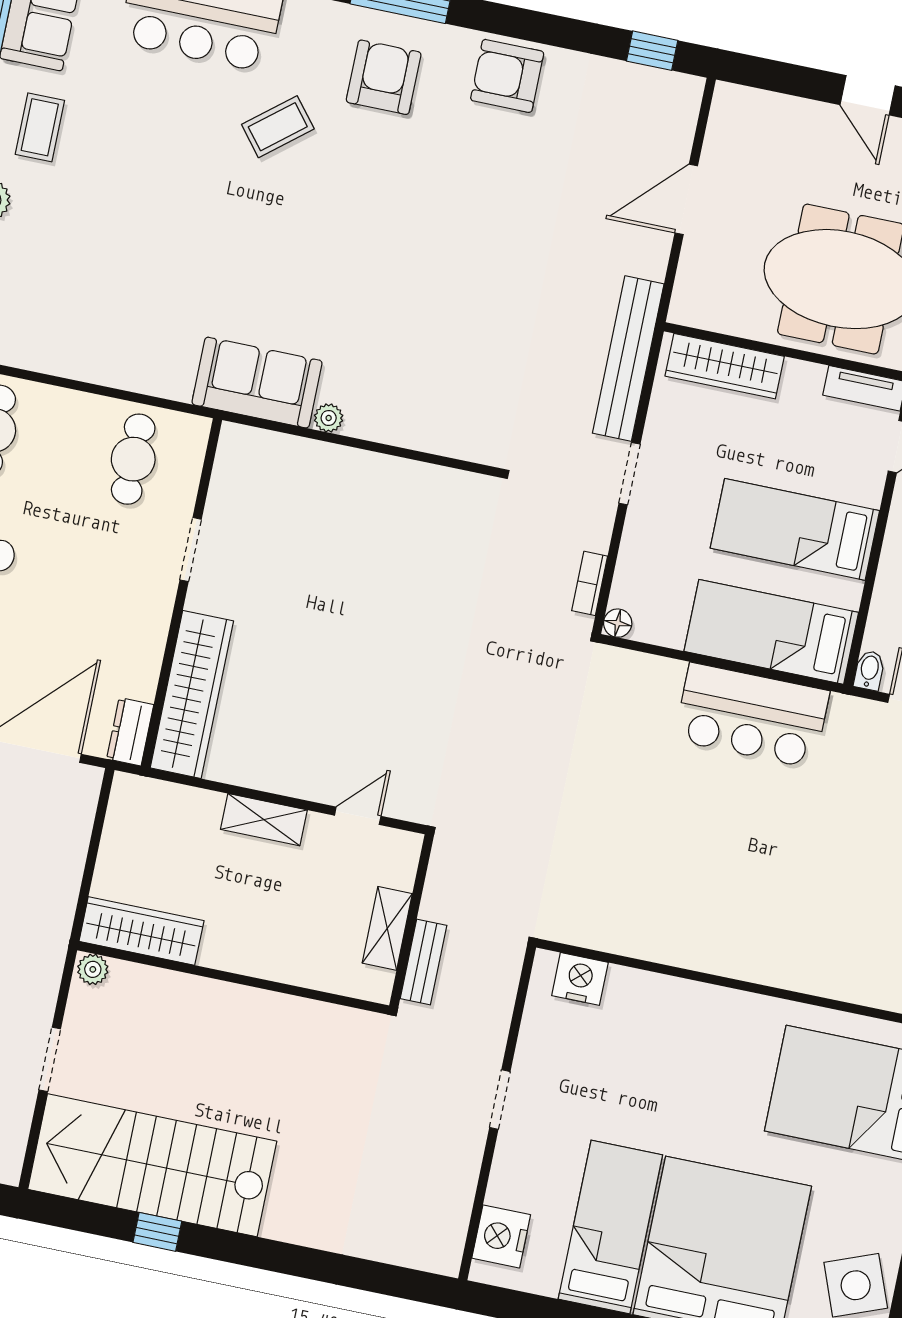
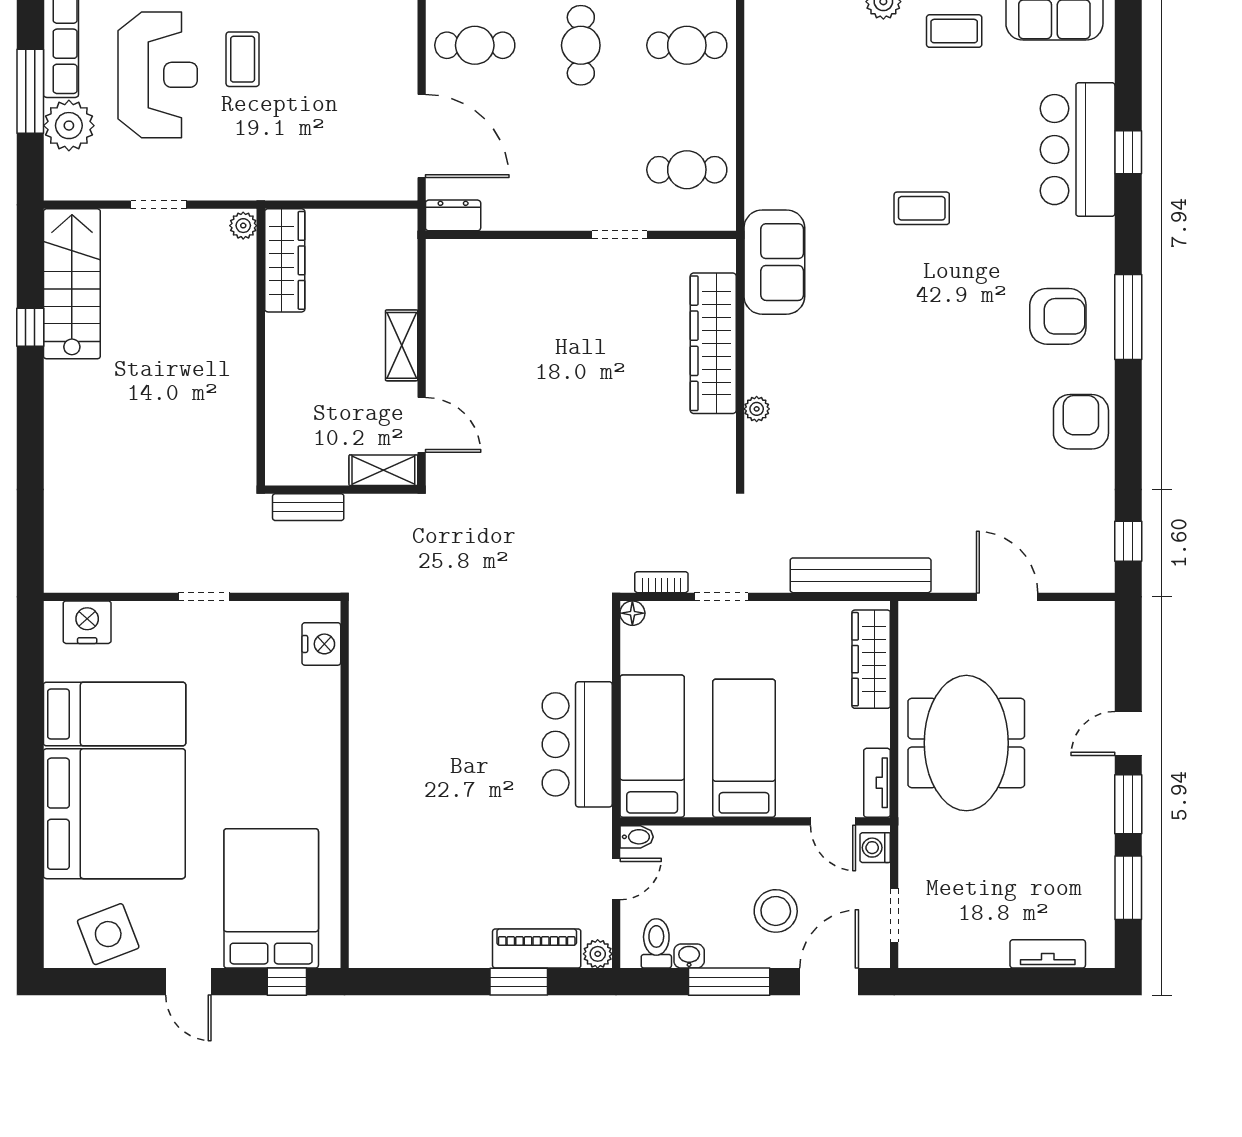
coffee table: (278, 127) -> (922, 208), moved, turned -51
plant: (329, 418) -> (757, 409), moved
doorway: (629, 474) -> (721, 597), moved
wardrobe: (192, 694) -> (713, 343), moved, turned 90
door: (358, 816) -> (422, 425), width x1.38
shelving: (387, 928) -> (383, 470), moved
stairs: (152, 1165) -> (72, 284), width x0.73, depth x0.66

